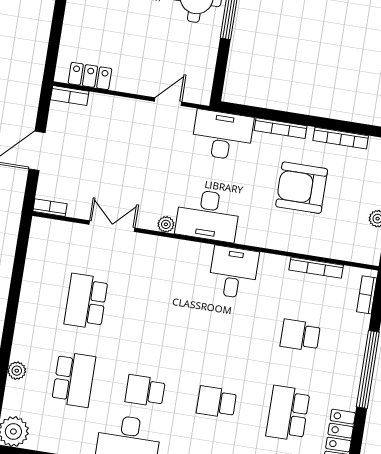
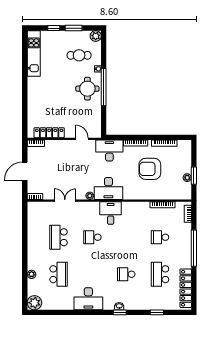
locker: (90, 76) -> (49, 133), width x1.53
door: (168, 102) -> (82, 139), hinge flipped
desk: (233, 272) -> (111, 213), moved
school desk: (145, 391) -> (92, 237), moved

